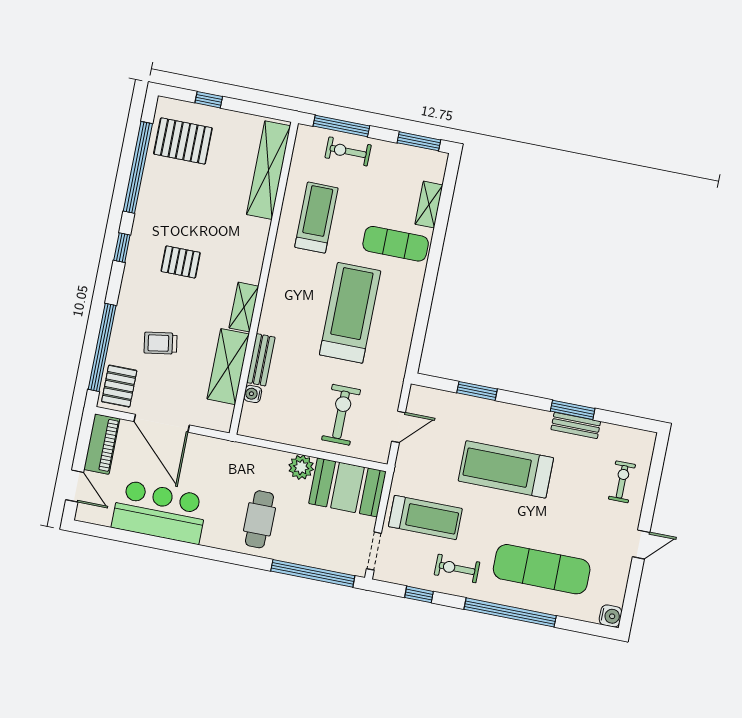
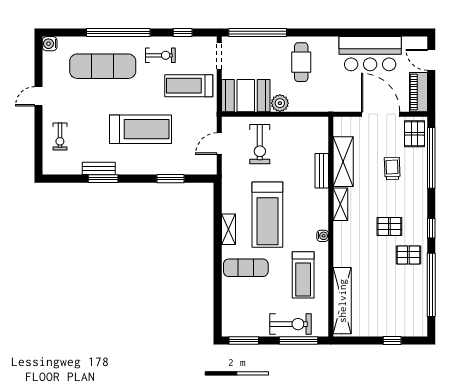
pallet: (183, 141) -> (408, 255), moved, width x0.67, depth x0.71
exercise bike: (348, 151) -> (290, 324), width x1.38, depth x1.39
shelving: (429, 205) -> (228, 229), moved
trolley: (161, 343) -> (392, 169), turned -83
water cooler: (253, 394) -> (323, 236), moved

